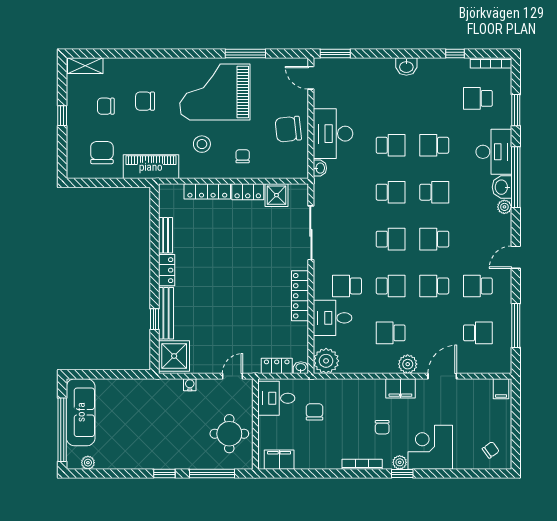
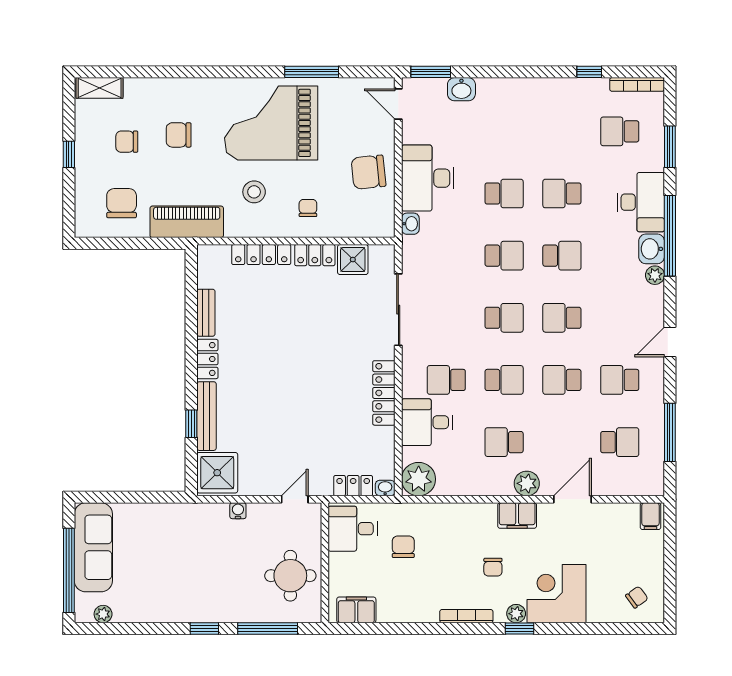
washbasin: (406, 67) -> (461, 89), moved

